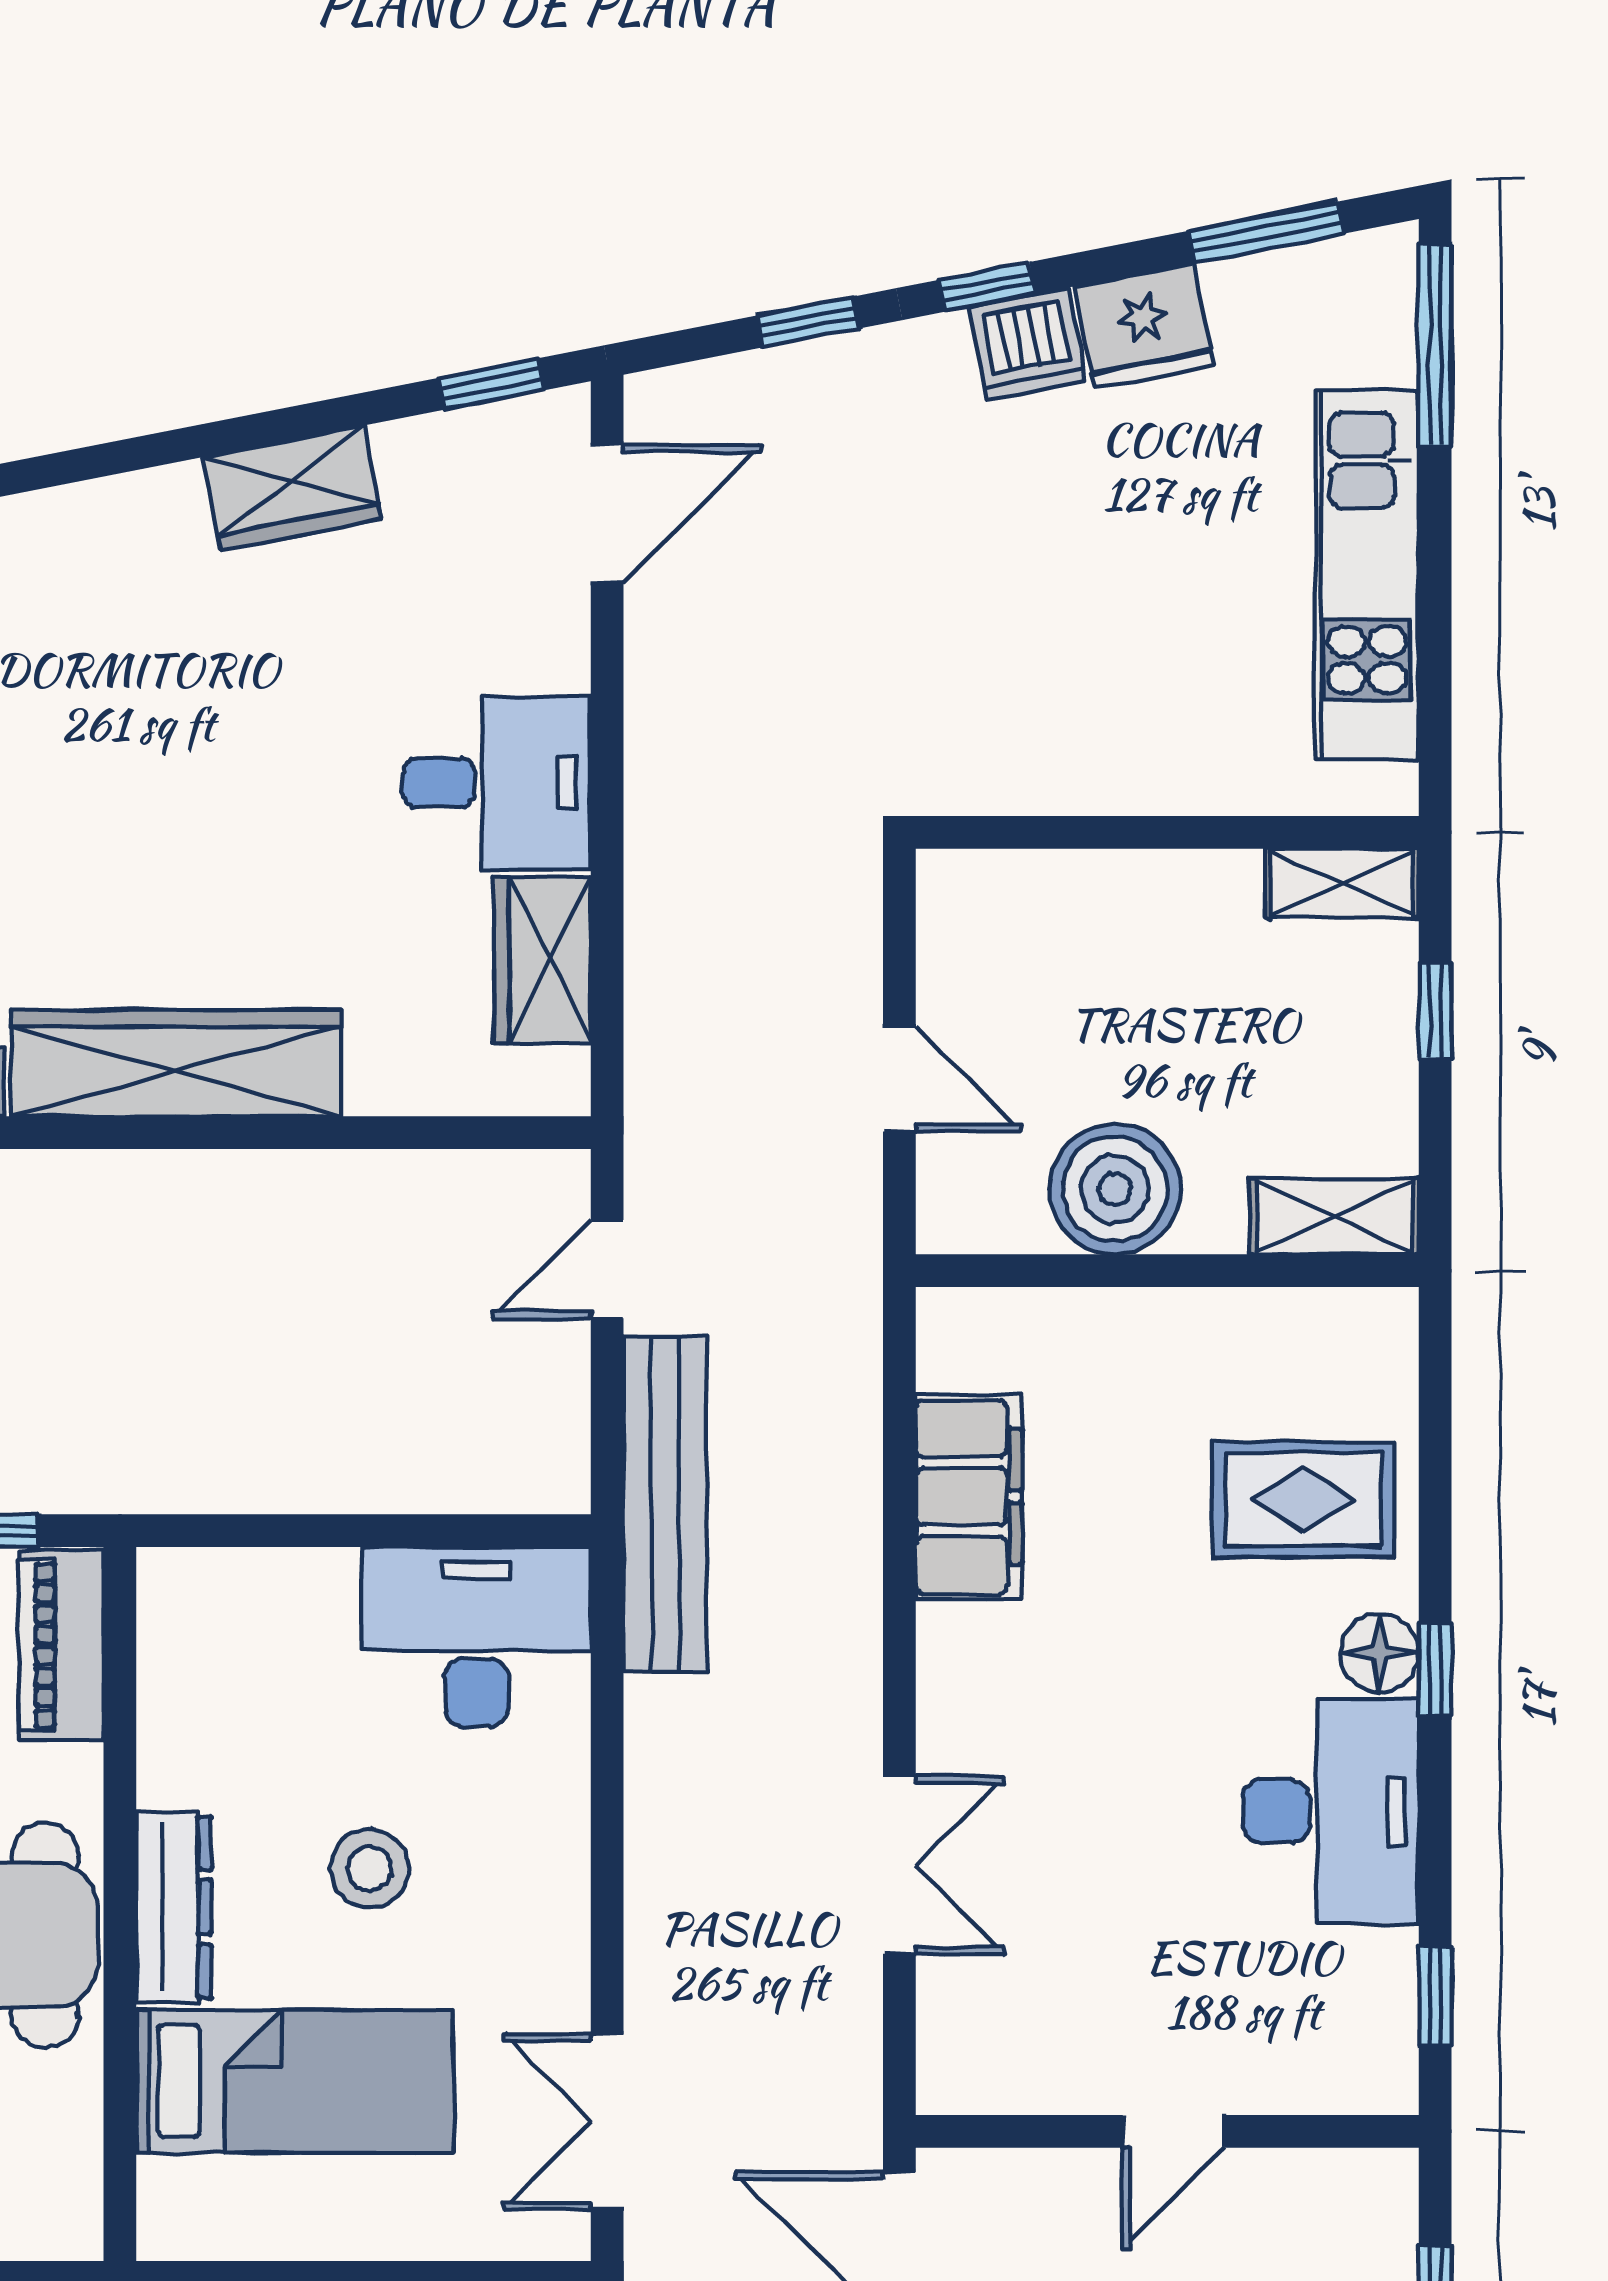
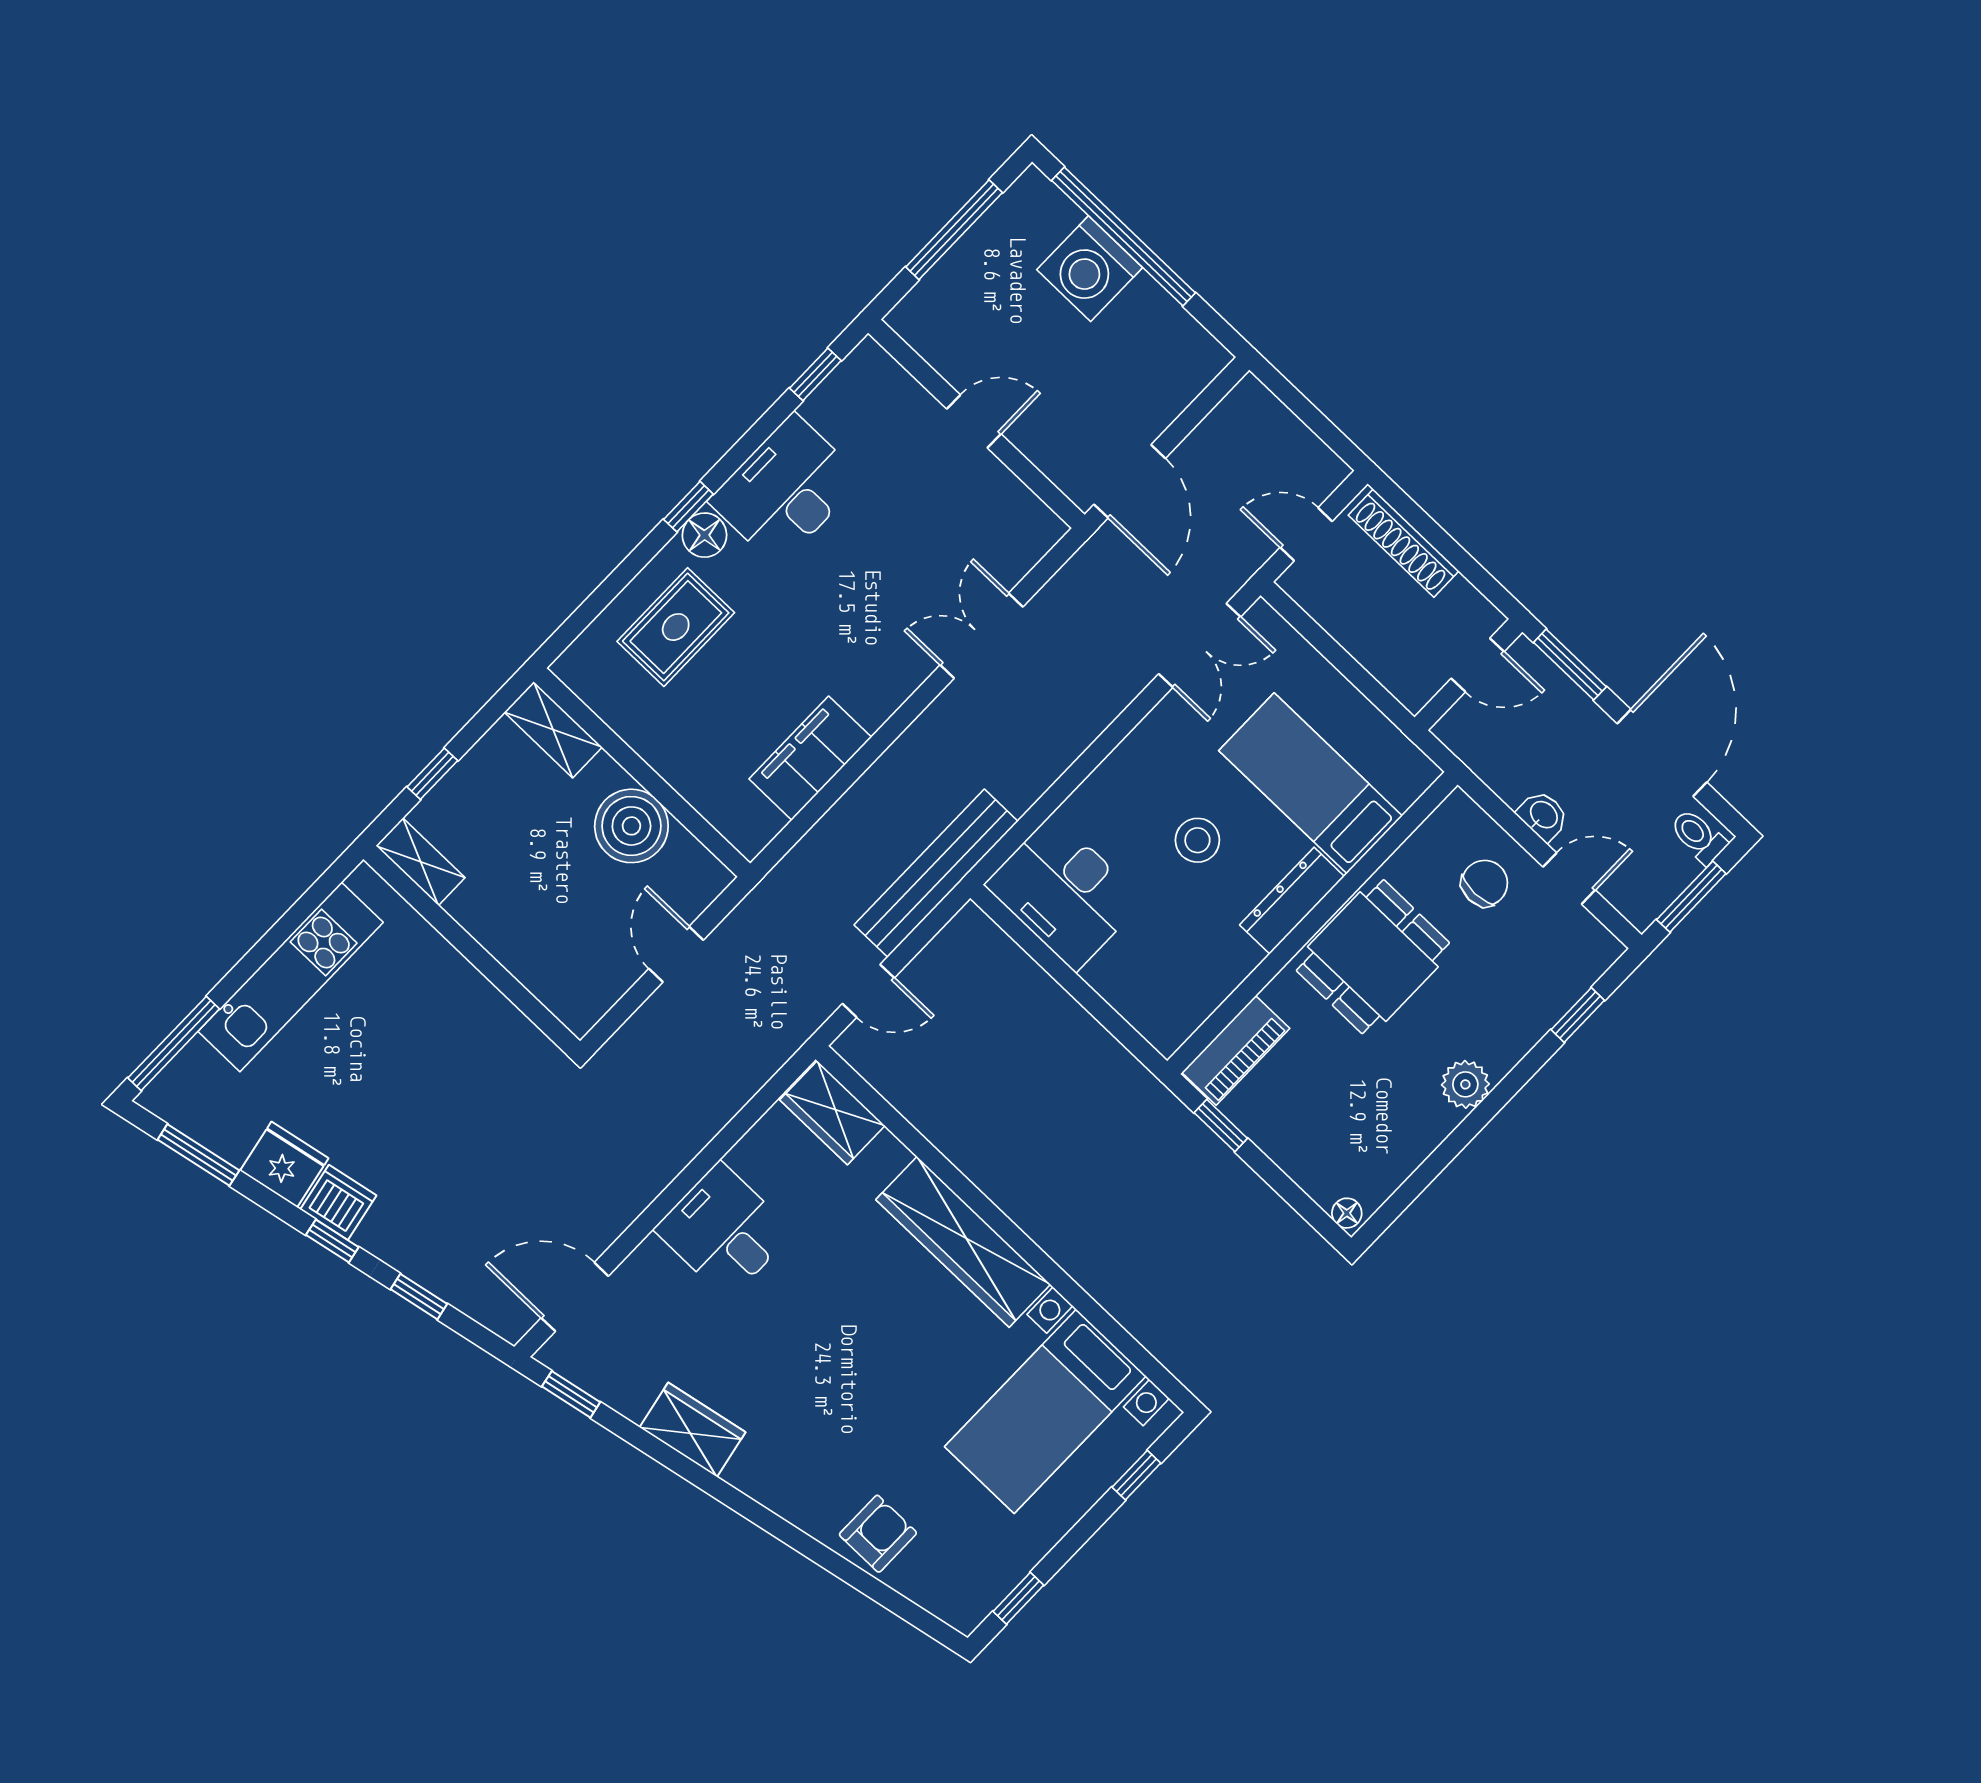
wardrobe: (542, 960) -> (832, 1113), moved, turned 90
rug: (1303, 1499) -> (676, 627), turned 90

